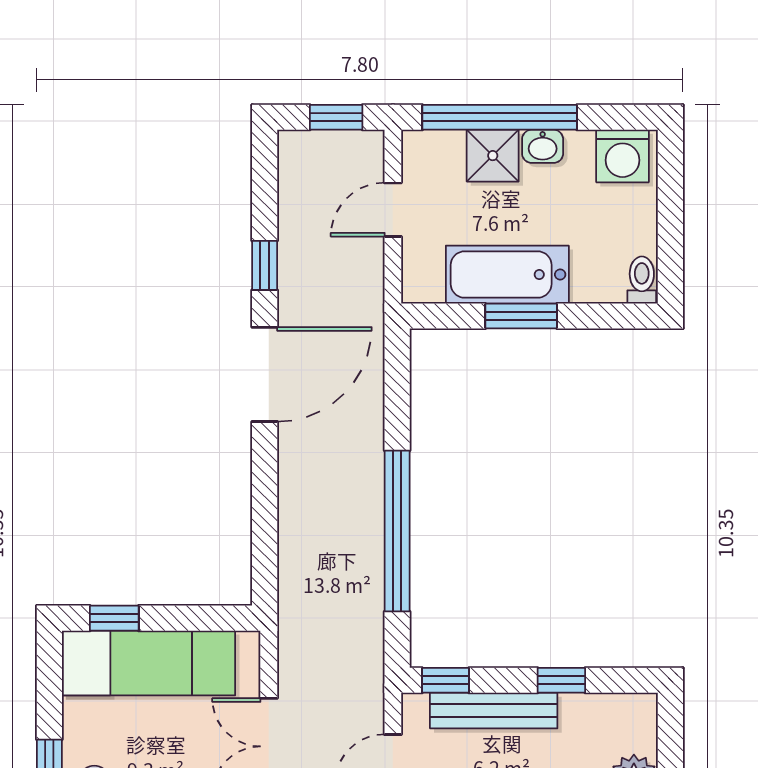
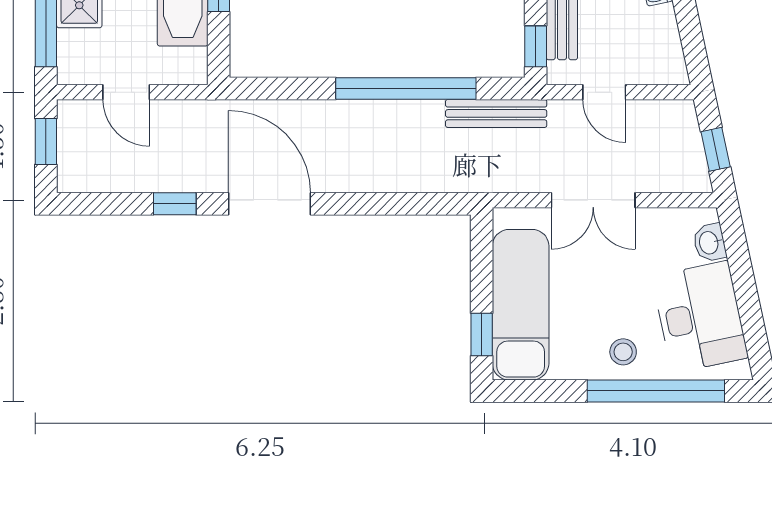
bench: (368, 635) -> (496, 113), added

